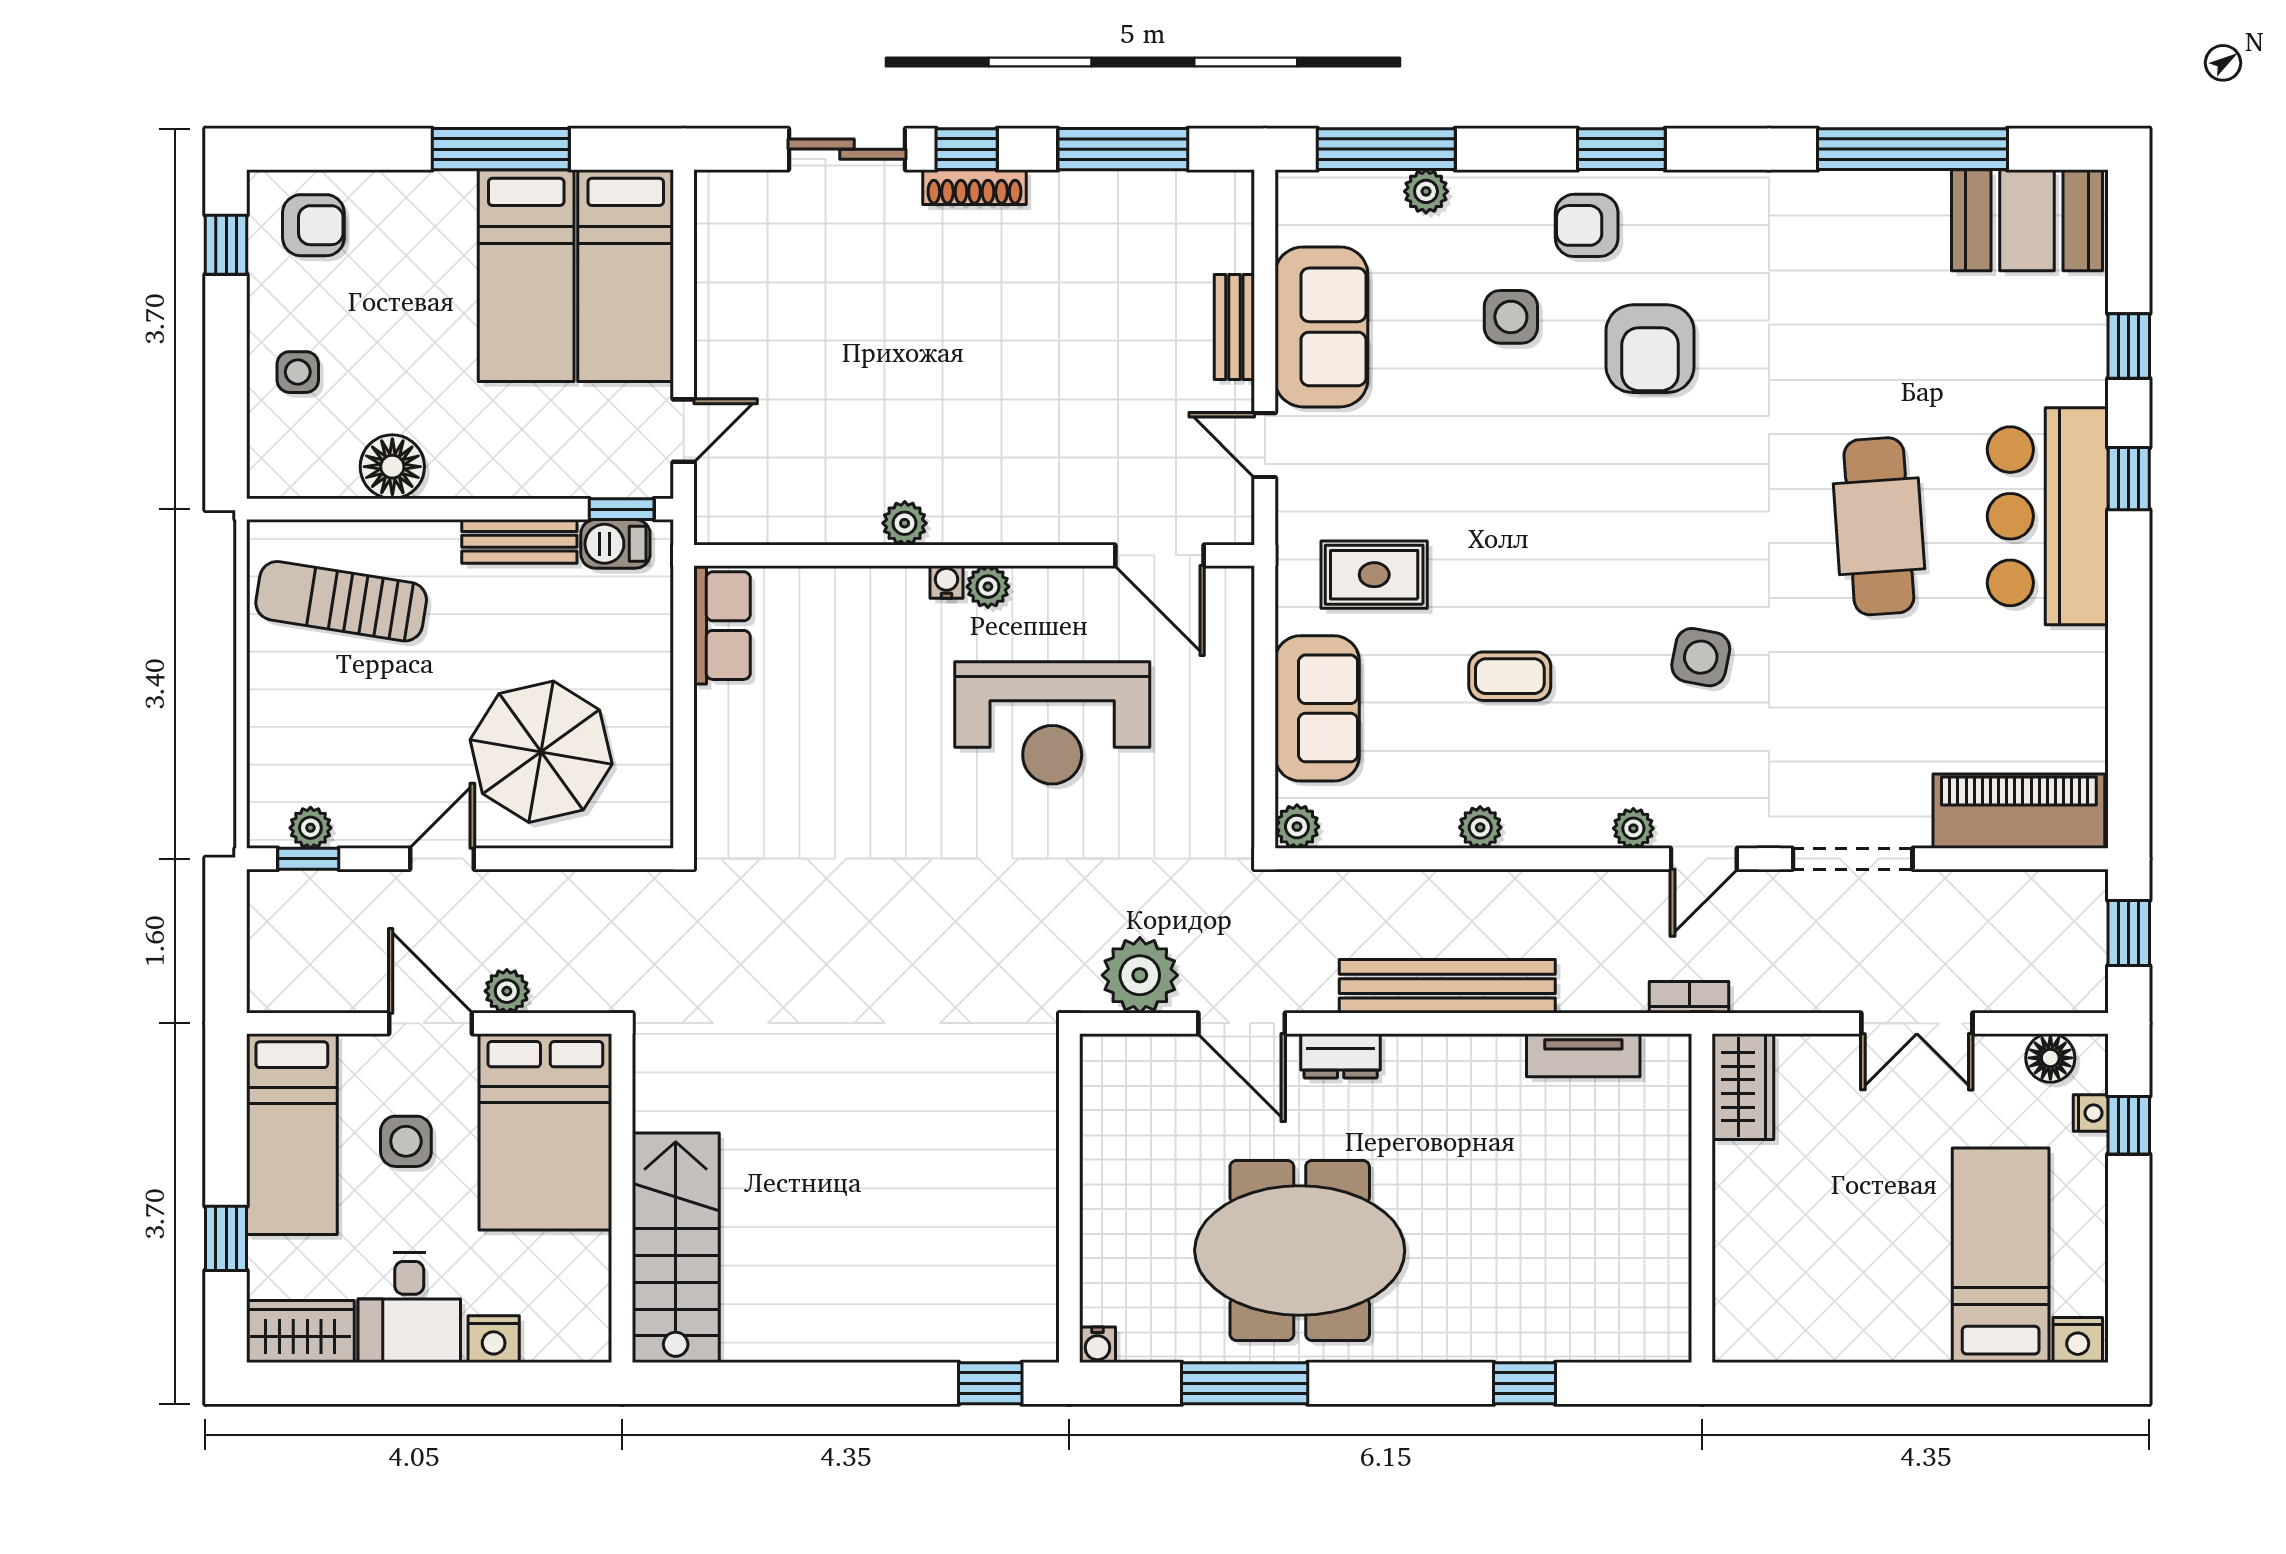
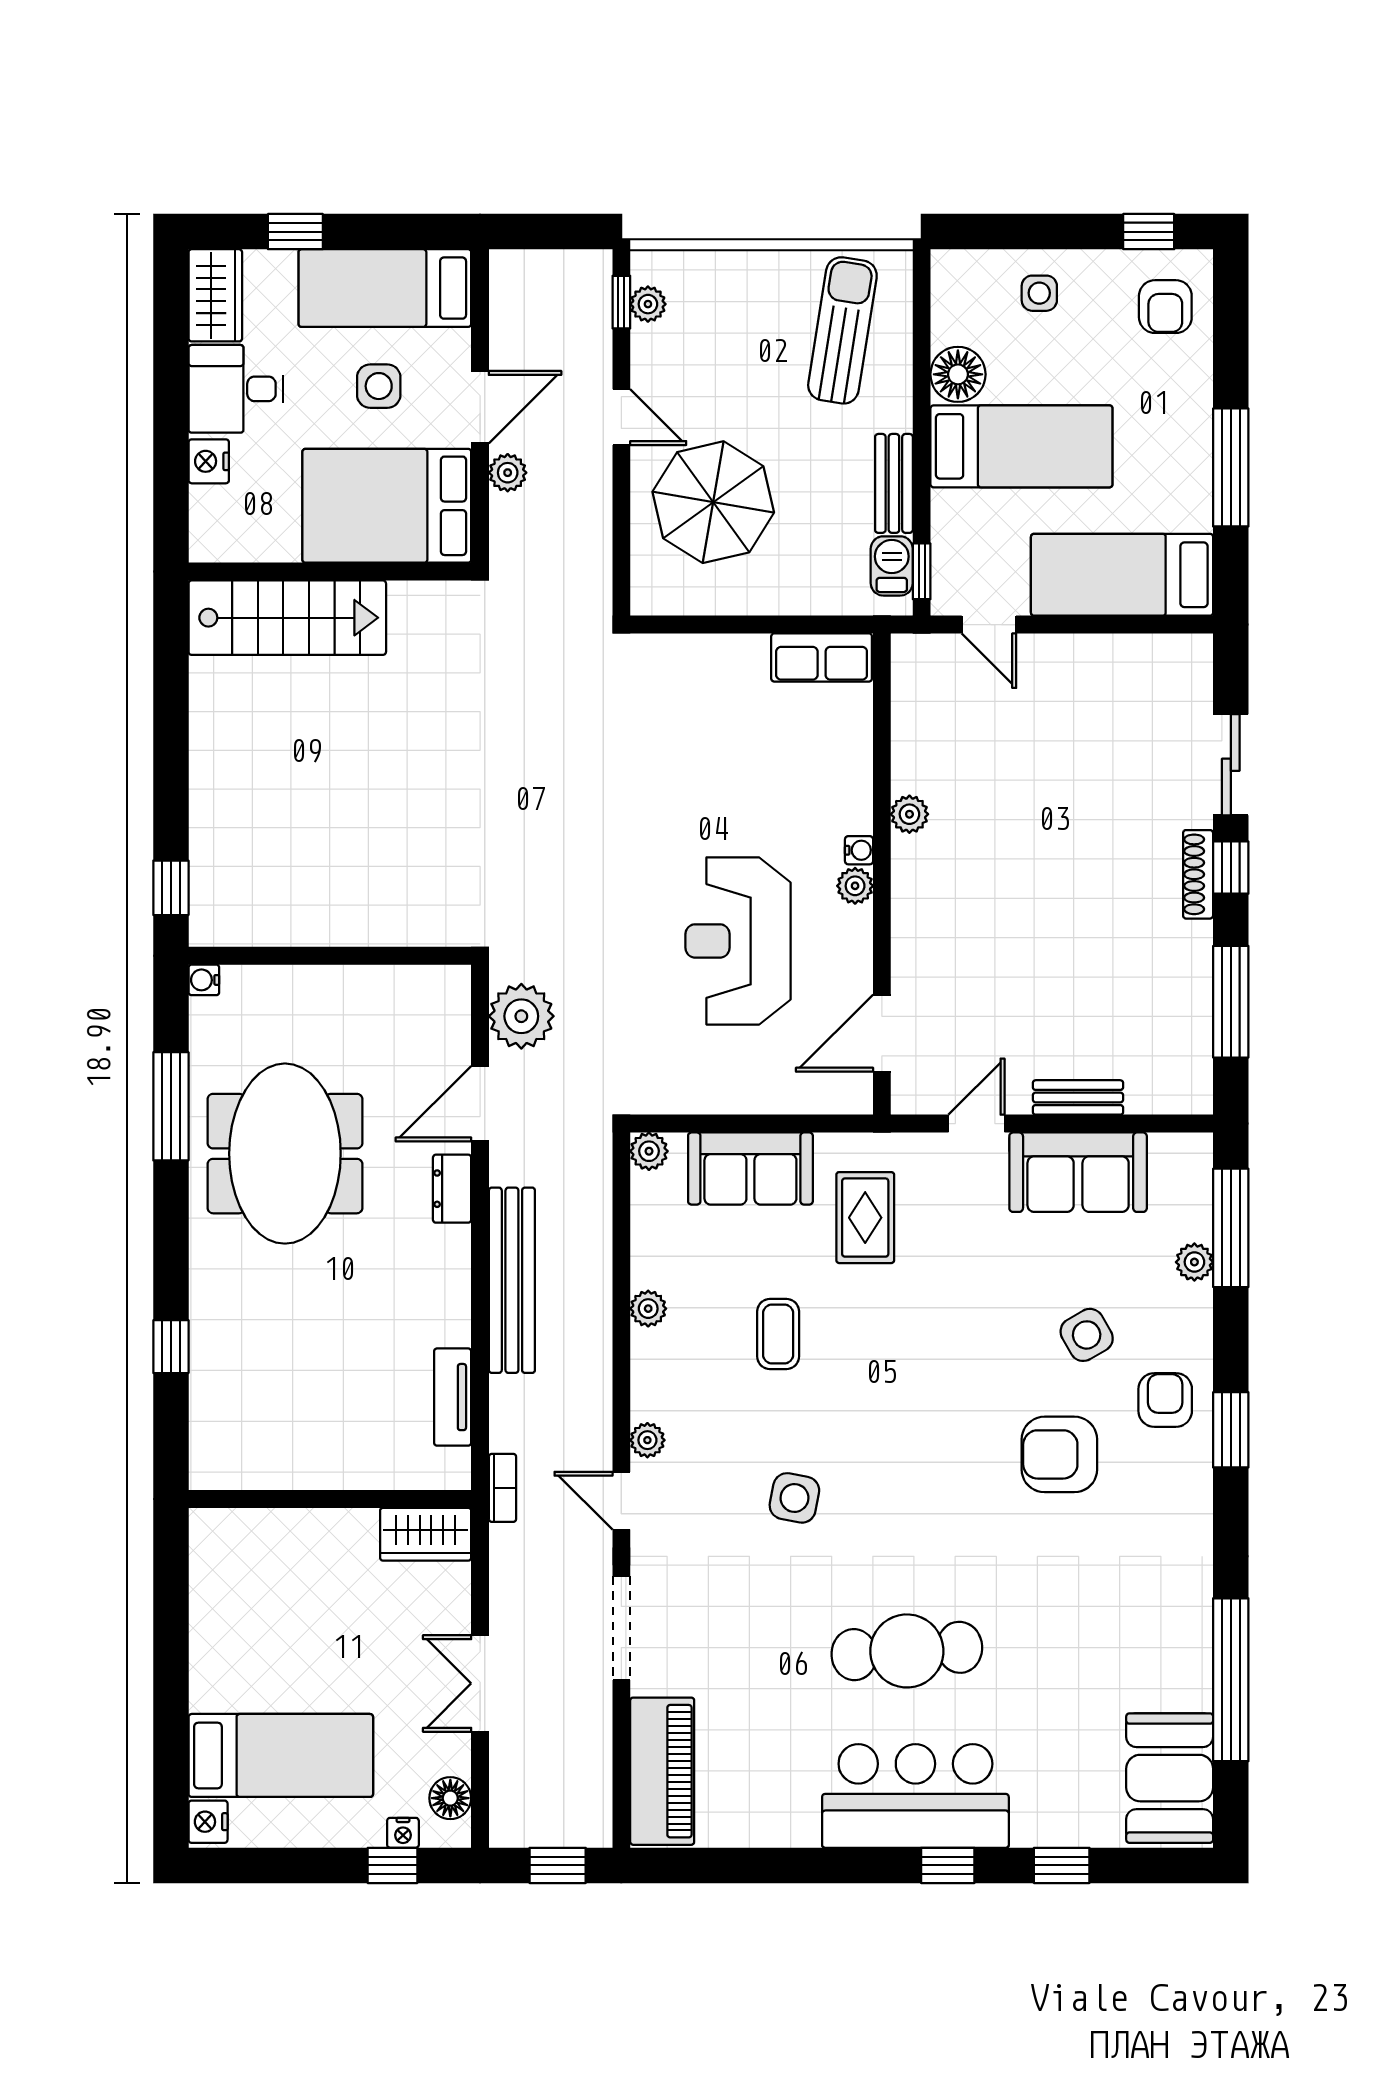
bed: (526, 276) -> (1021, 446), moved, turned 180
side table: (1511, 317) -> (1087, 1335), turned -30

